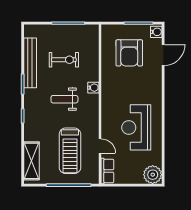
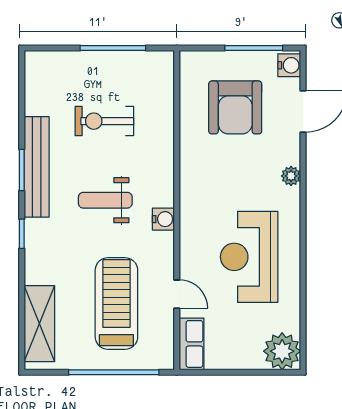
exercise bike: (64, 60) -> (104, 121), turned 180
bench: (30, 63) -> (37, 167), moved
plant: (157, 87) -> (291, 176), added
water cooler: (93, 88) -> (163, 219), moved
treadmill: (70, 151) -> (116, 304), turned 180

